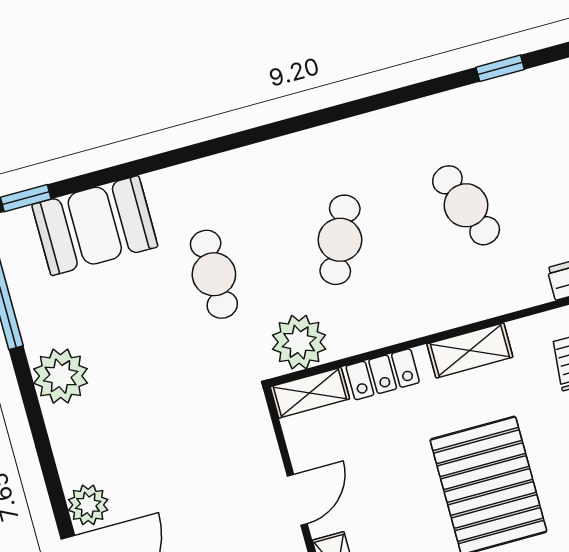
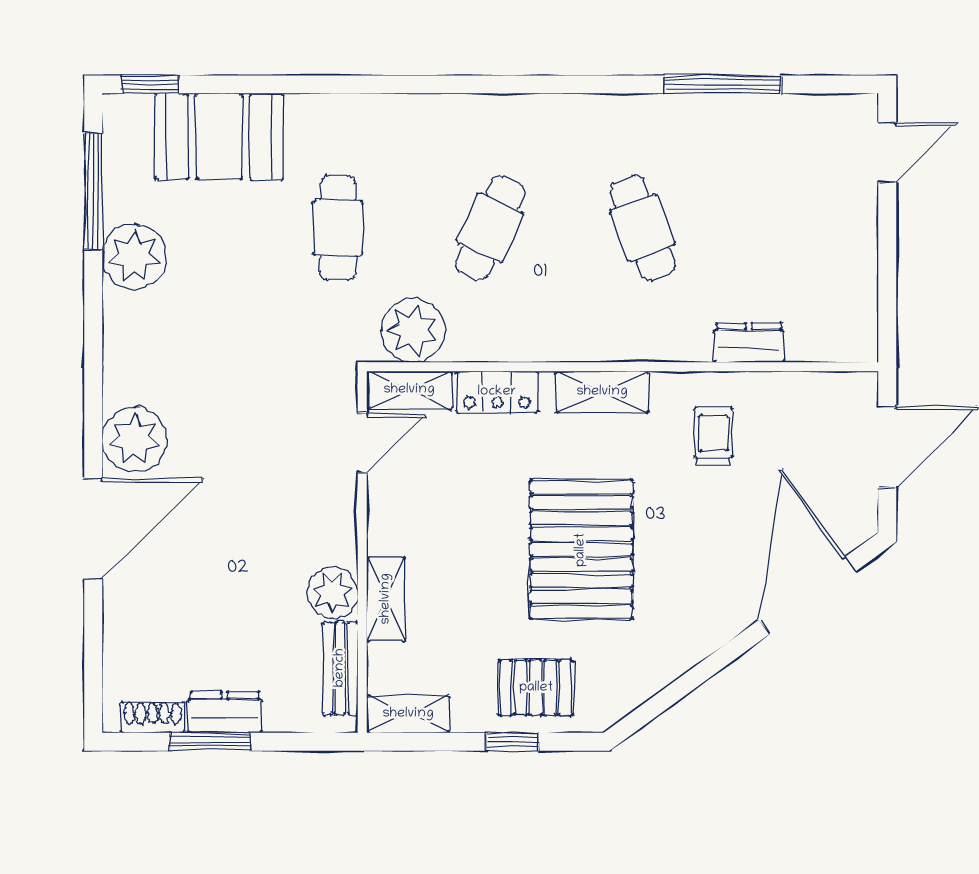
window: (500, 68) -> (723, 84), width x2.17
plant: (61, 376) -> (134, 257), moved
door: (297, 500) -> (362, 443), moved
plant: (88, 505) -> (135, 440), width x1.36, depth x1.36

